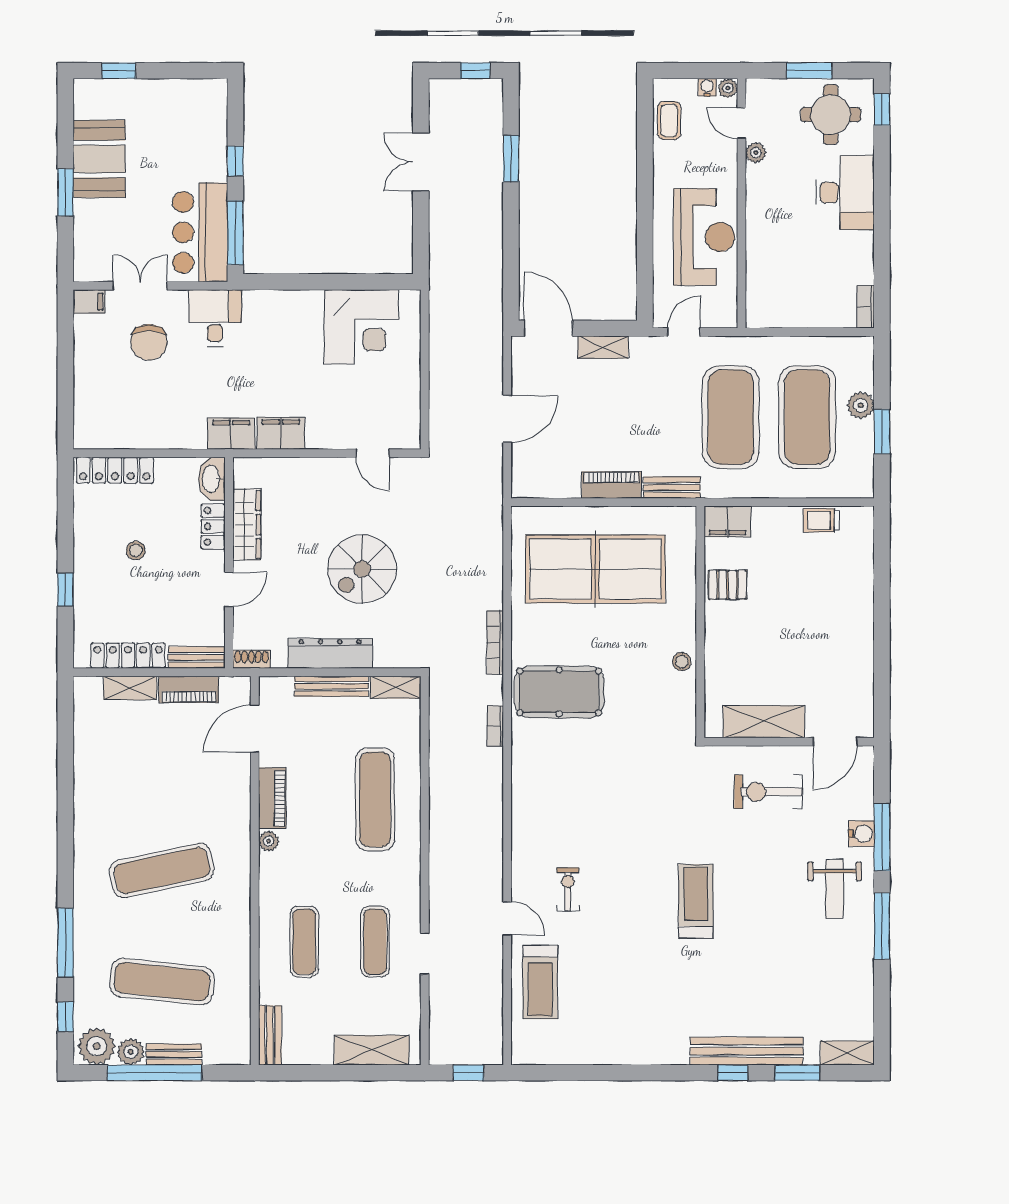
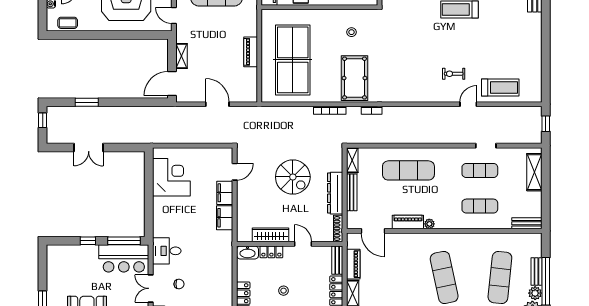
chair: (149, 342) -> (179, 284), width x0.54, depth x0.54
filing cabinet: (231, 434) -> (225, 193), moved
bench: (672, 487) -> (252, 22), removed
shoe rack: (251, 659) -> (338, 229), width x1.43
stool: (682, 662) -> (351, 32), moved

